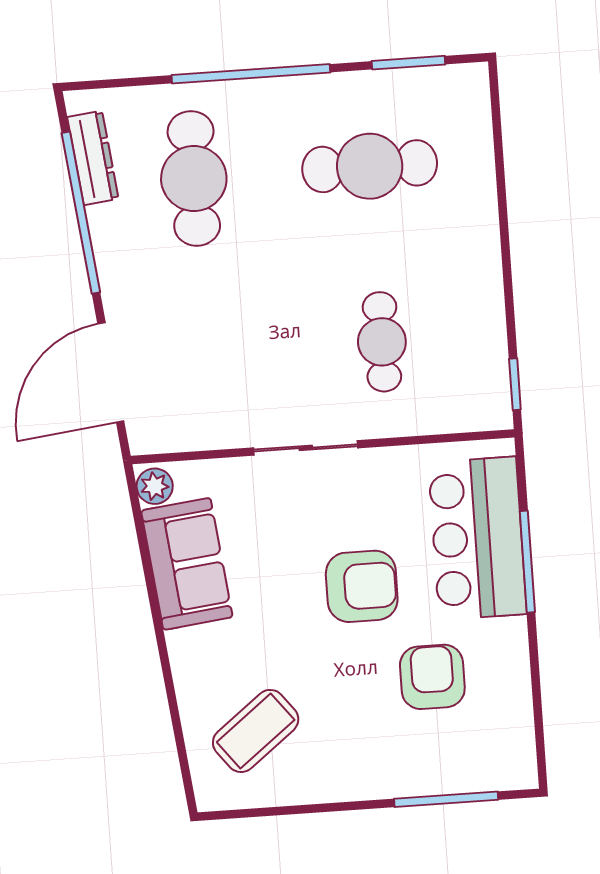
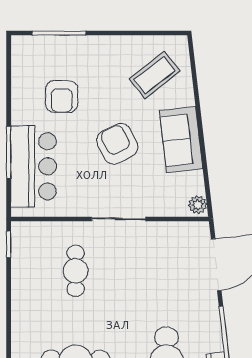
sofa: (187, 564) -> (181, 140), moved
armchair: (362, 586) -> (117, 144), moved, turned 63

